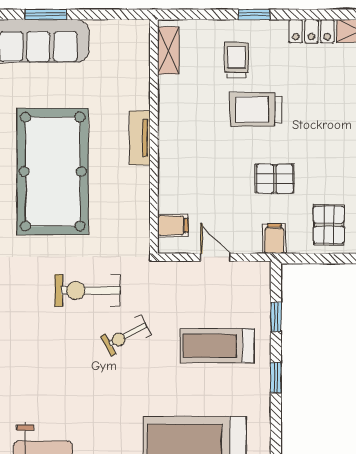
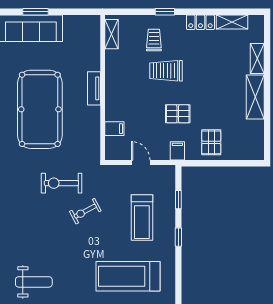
filing cabinet: (173, 225) -> (114, 129), moved
treadmill: (217, 346) -> (142, 217), turned -90

